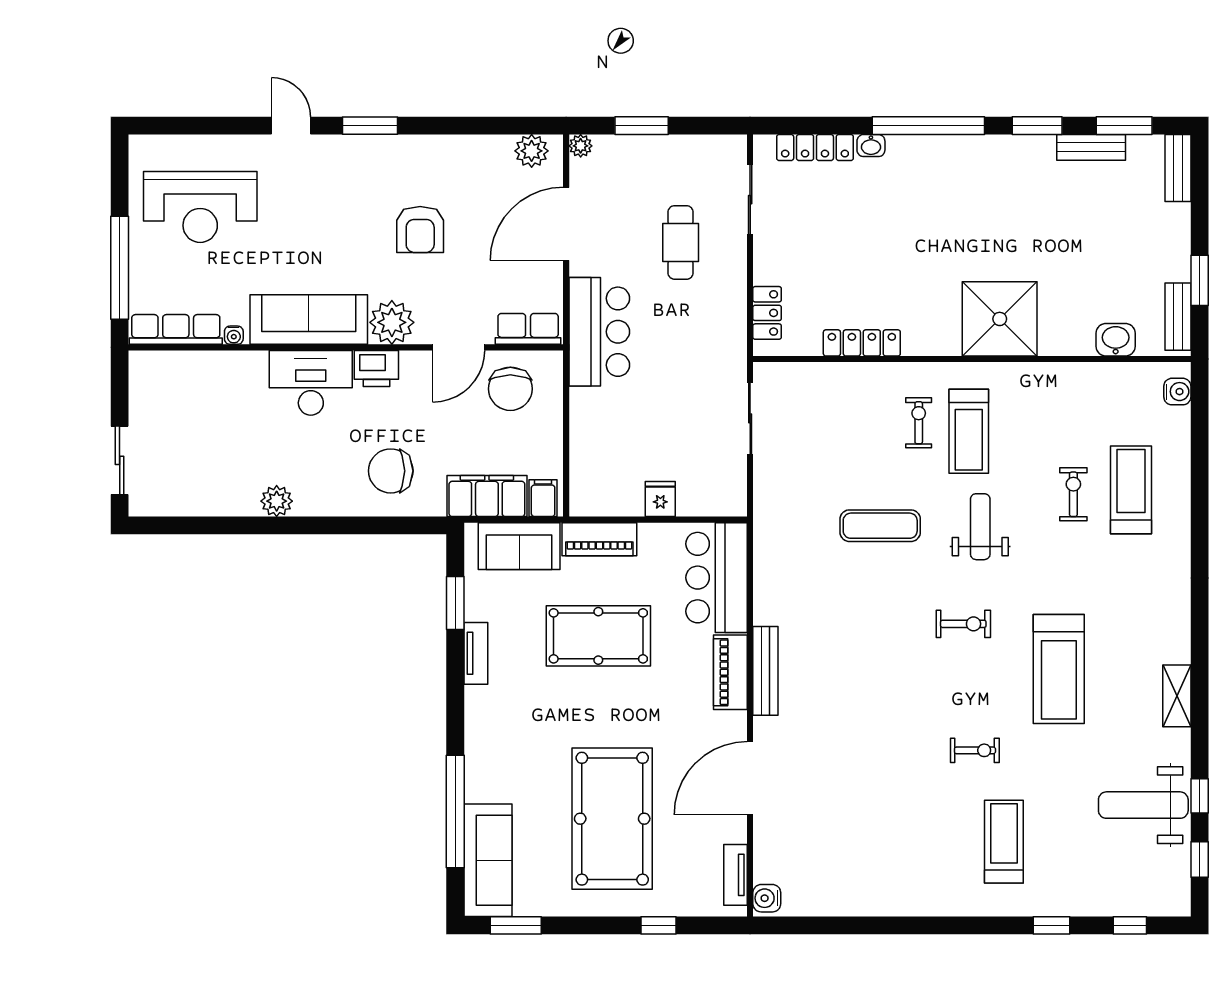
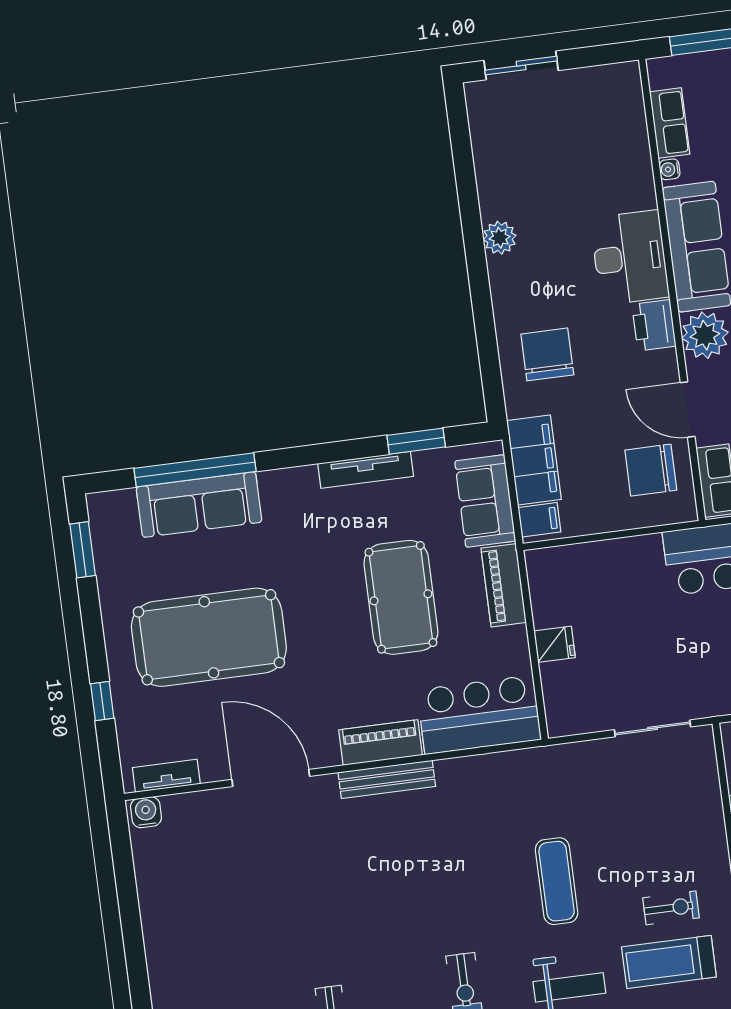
row of seats: (176, 329) -> (670, 123), width x0.68
tv unit: (476, 653) -> (366, 470), width x1.41
sofa: (488, 860) -> (199, 505), moved

